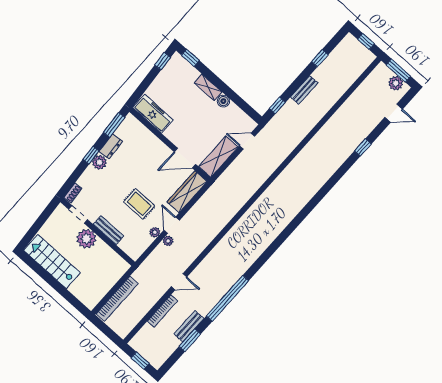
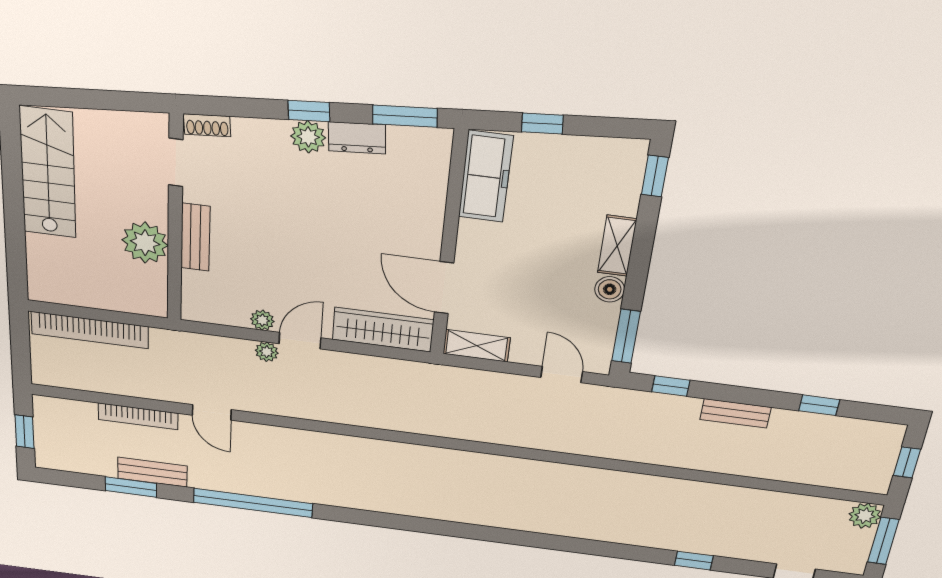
window: (163, 61) -> (542, 124), moved
plant: (396, 83) -> (865, 516), moved
window: (246, 108) -> (626, 336), added
shelving: (218, 157) -> (477, 346), width x0.67, depth x0.75
rug: (139, 204) -> (291, 261), removed
plant: (86, 239) -> (145, 243), moved

